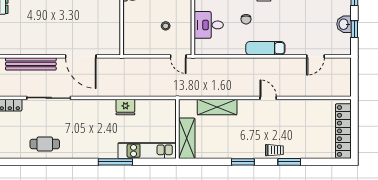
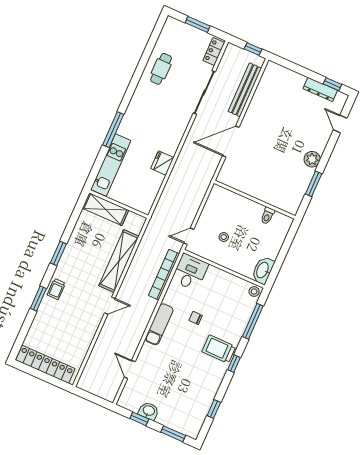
desk: (209, 25) -> (190, 272), moved
bookcase: (221, 63) -> (164, 275), added
shelving: (217, 107) -> (119, 261), width x1.47

